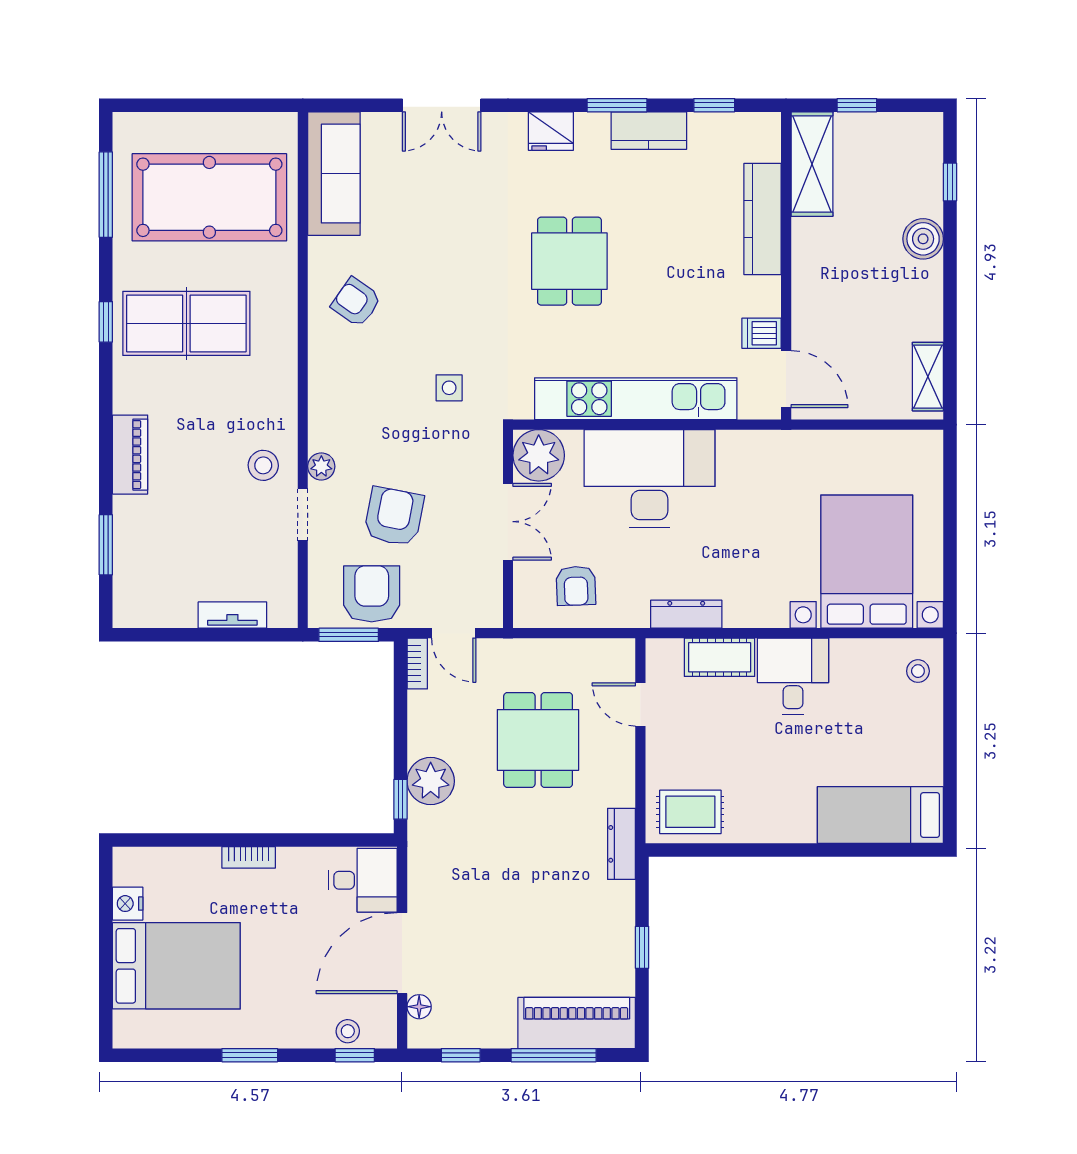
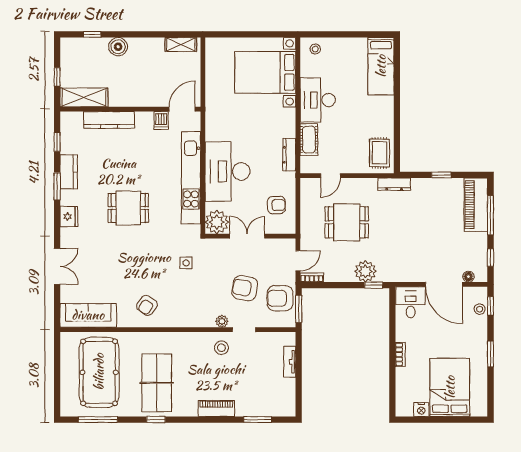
desk: (793, 676) -> (318, 100), width x1.37

